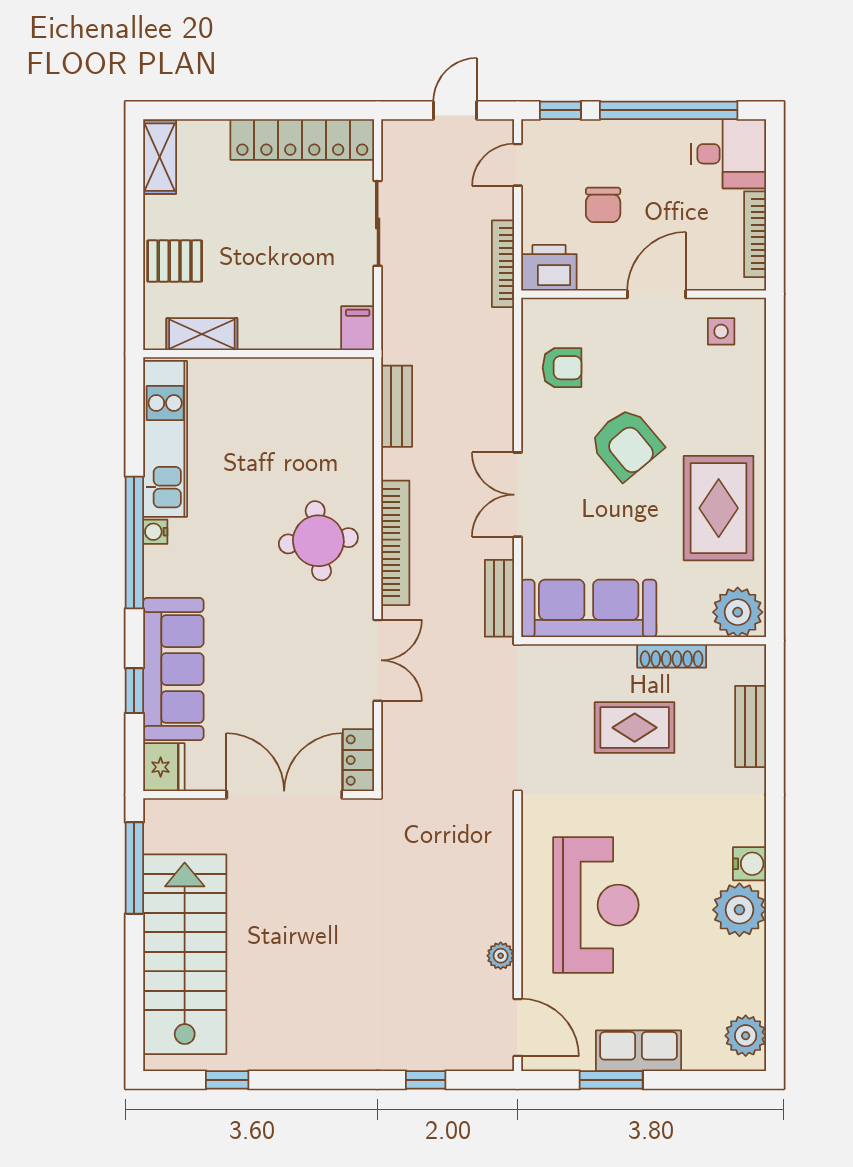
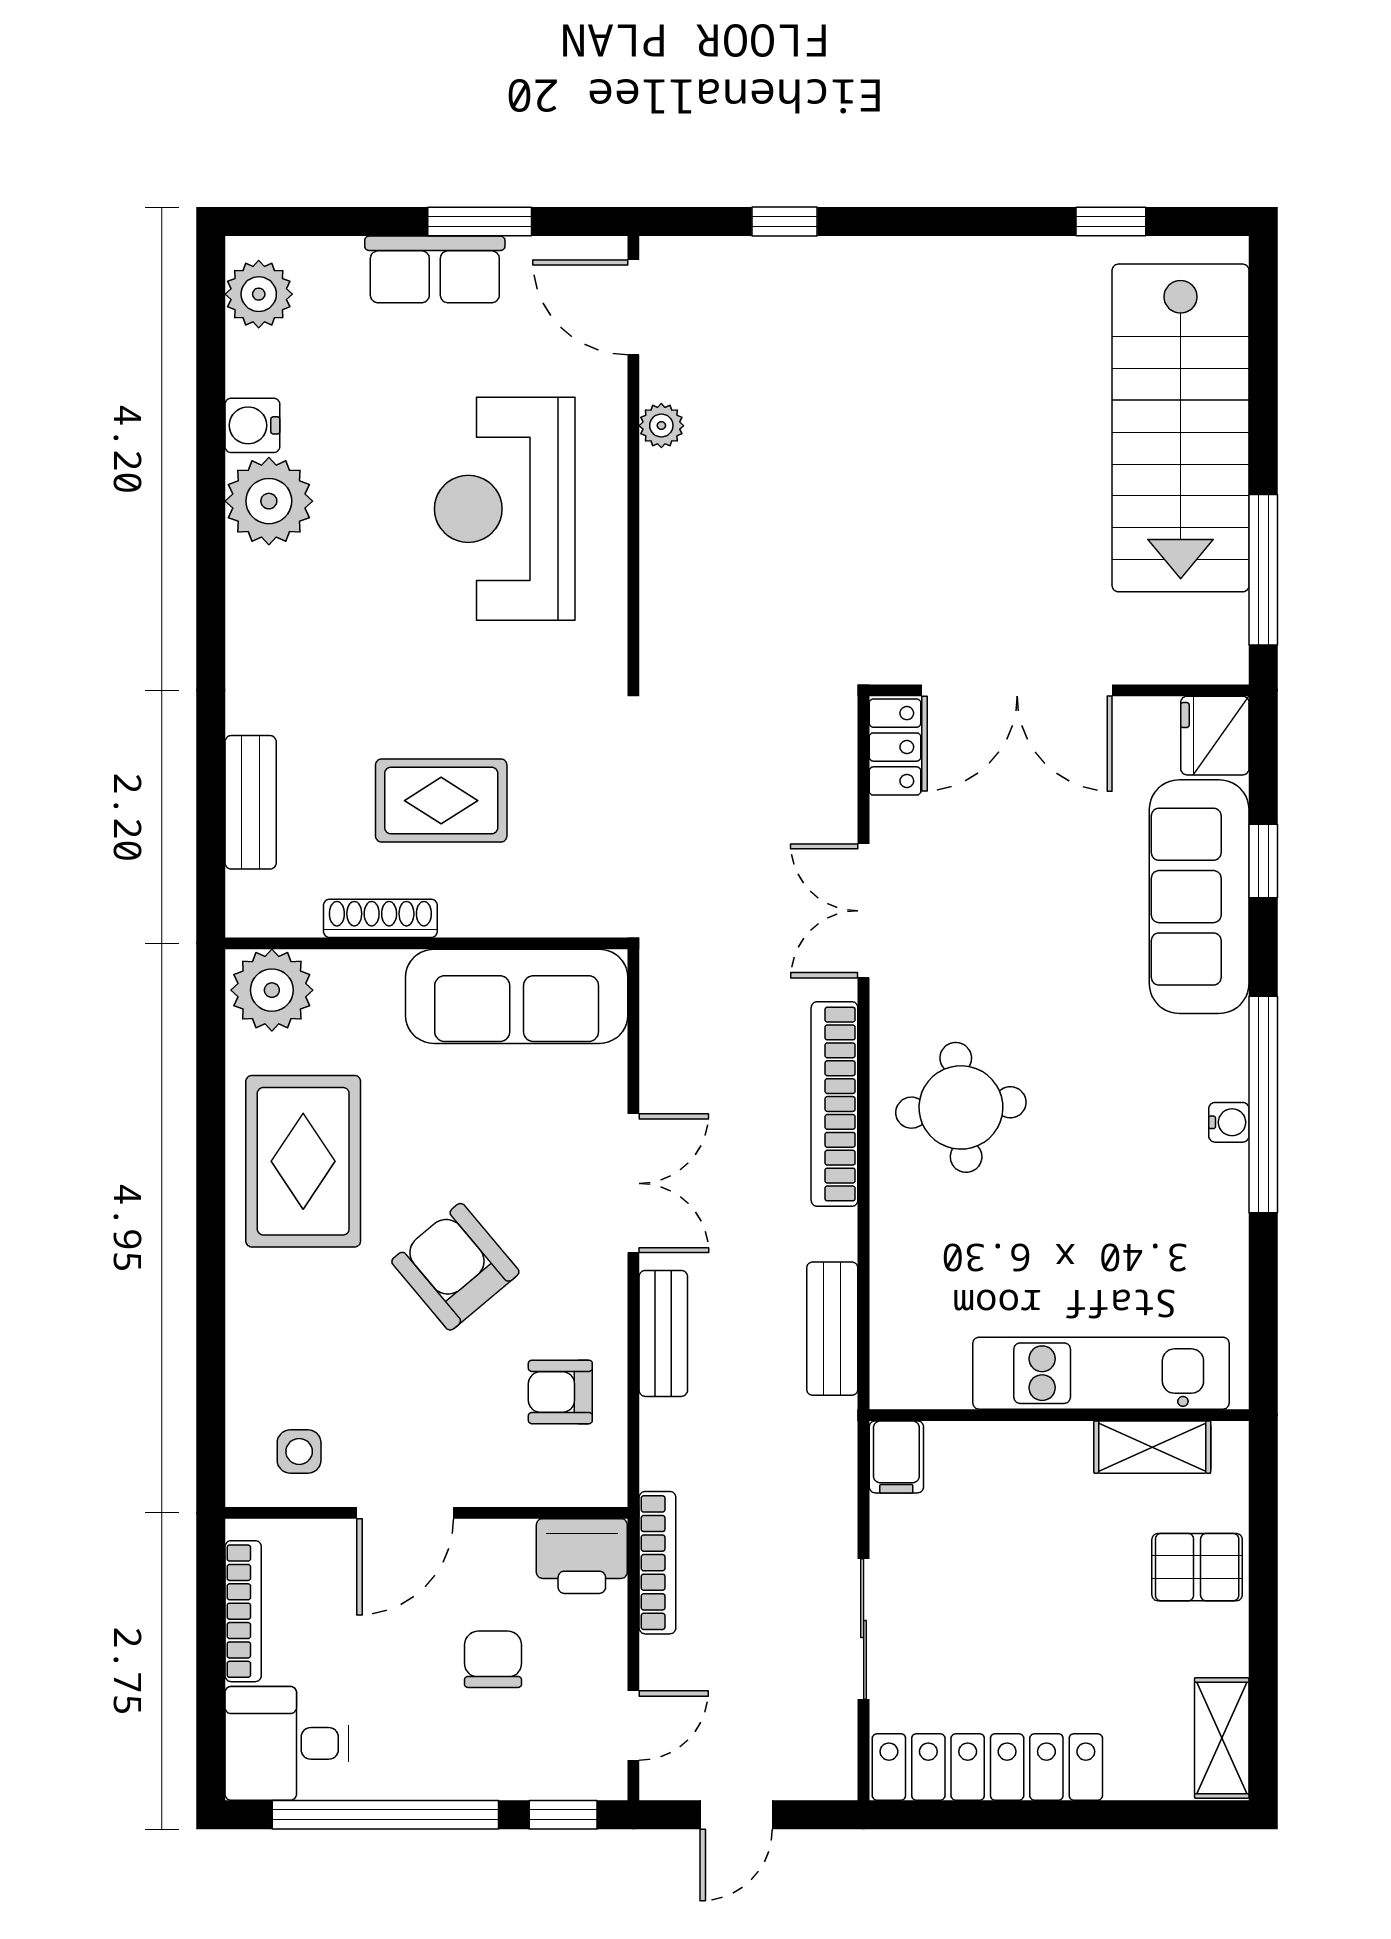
kitchen unit: (165, 439) -> (1101, 1373), moved, turned 90
bench: (499, 598) -> (663, 1333), moved
water cooler: (749, 864) -> (252, 425), moved

